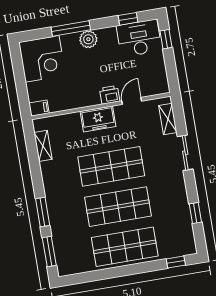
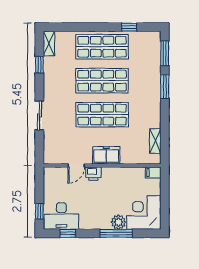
plant: (88, 39) -> (118, 222), moved
shelving: (168, 119) -> (49, 44), moved
window: (176, 262) -> (129, 27), moved

